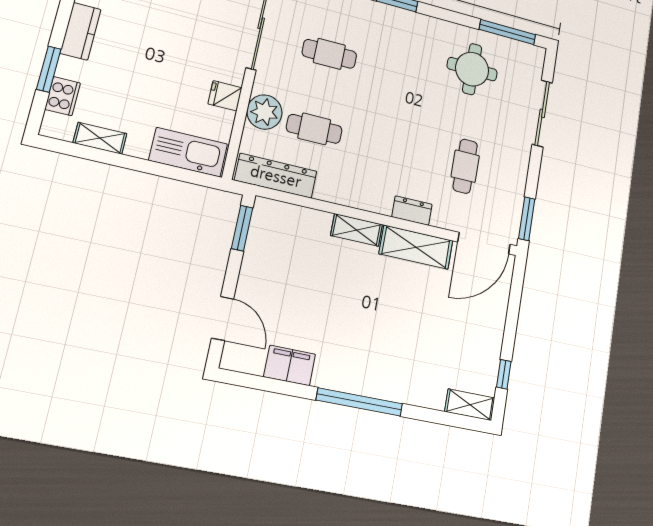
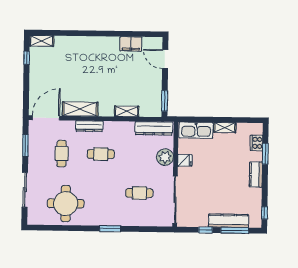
window: (507, 32) -> (50, 228), removed
round table: (472, 69) -> (66, 204), width x1.36, depth x1.36
cafe table: (314, 129) -> (101, 154), moved
shelving: (100, 138) -> (225, 128), moved
dresser: (412, 211) -> (89, 126), width x1.44
window: (527, 219) -> (25, 145), moved
shelving: (357, 230) -> (127, 111), moved
window: (359, 402) -> (95, 33), removed

